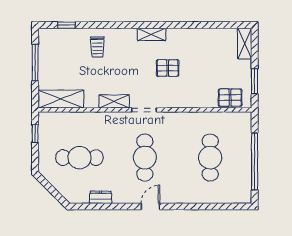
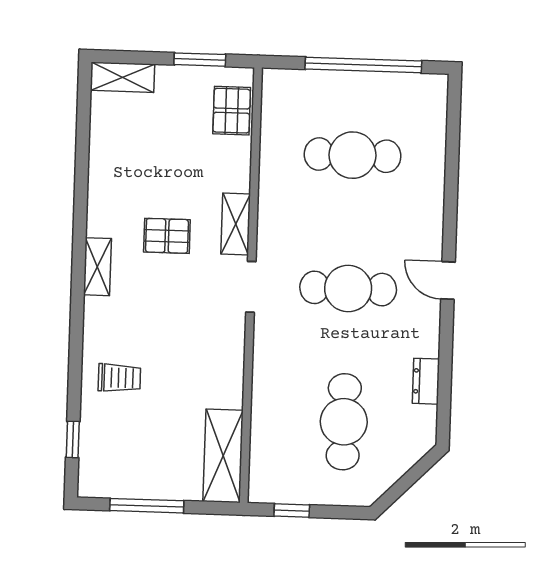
pallet: (168, 68) -> (167, 236), turned 90
shelving: (114, 101) -> (236, 224), moved

